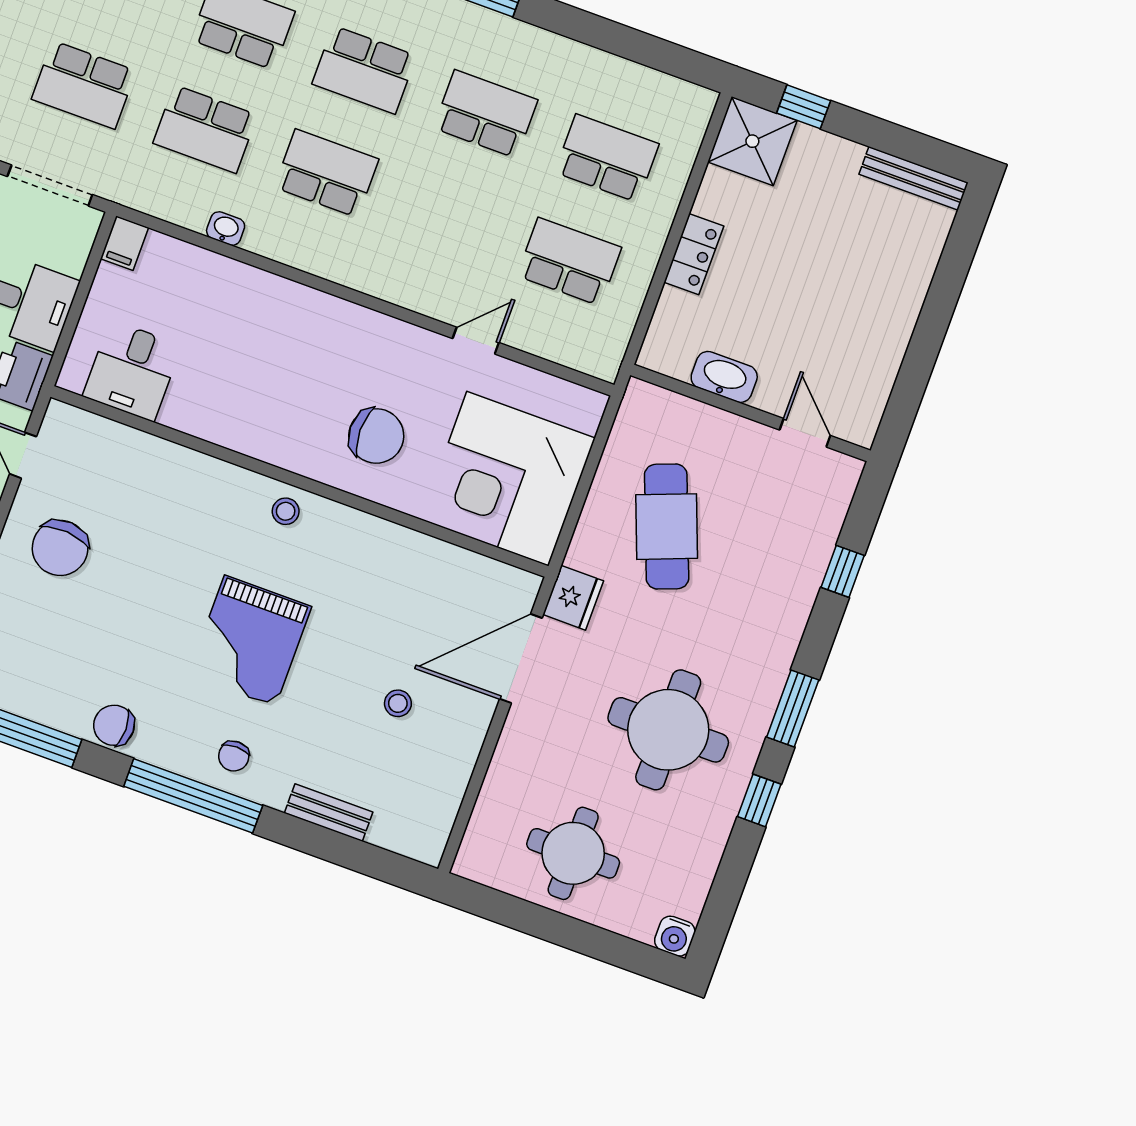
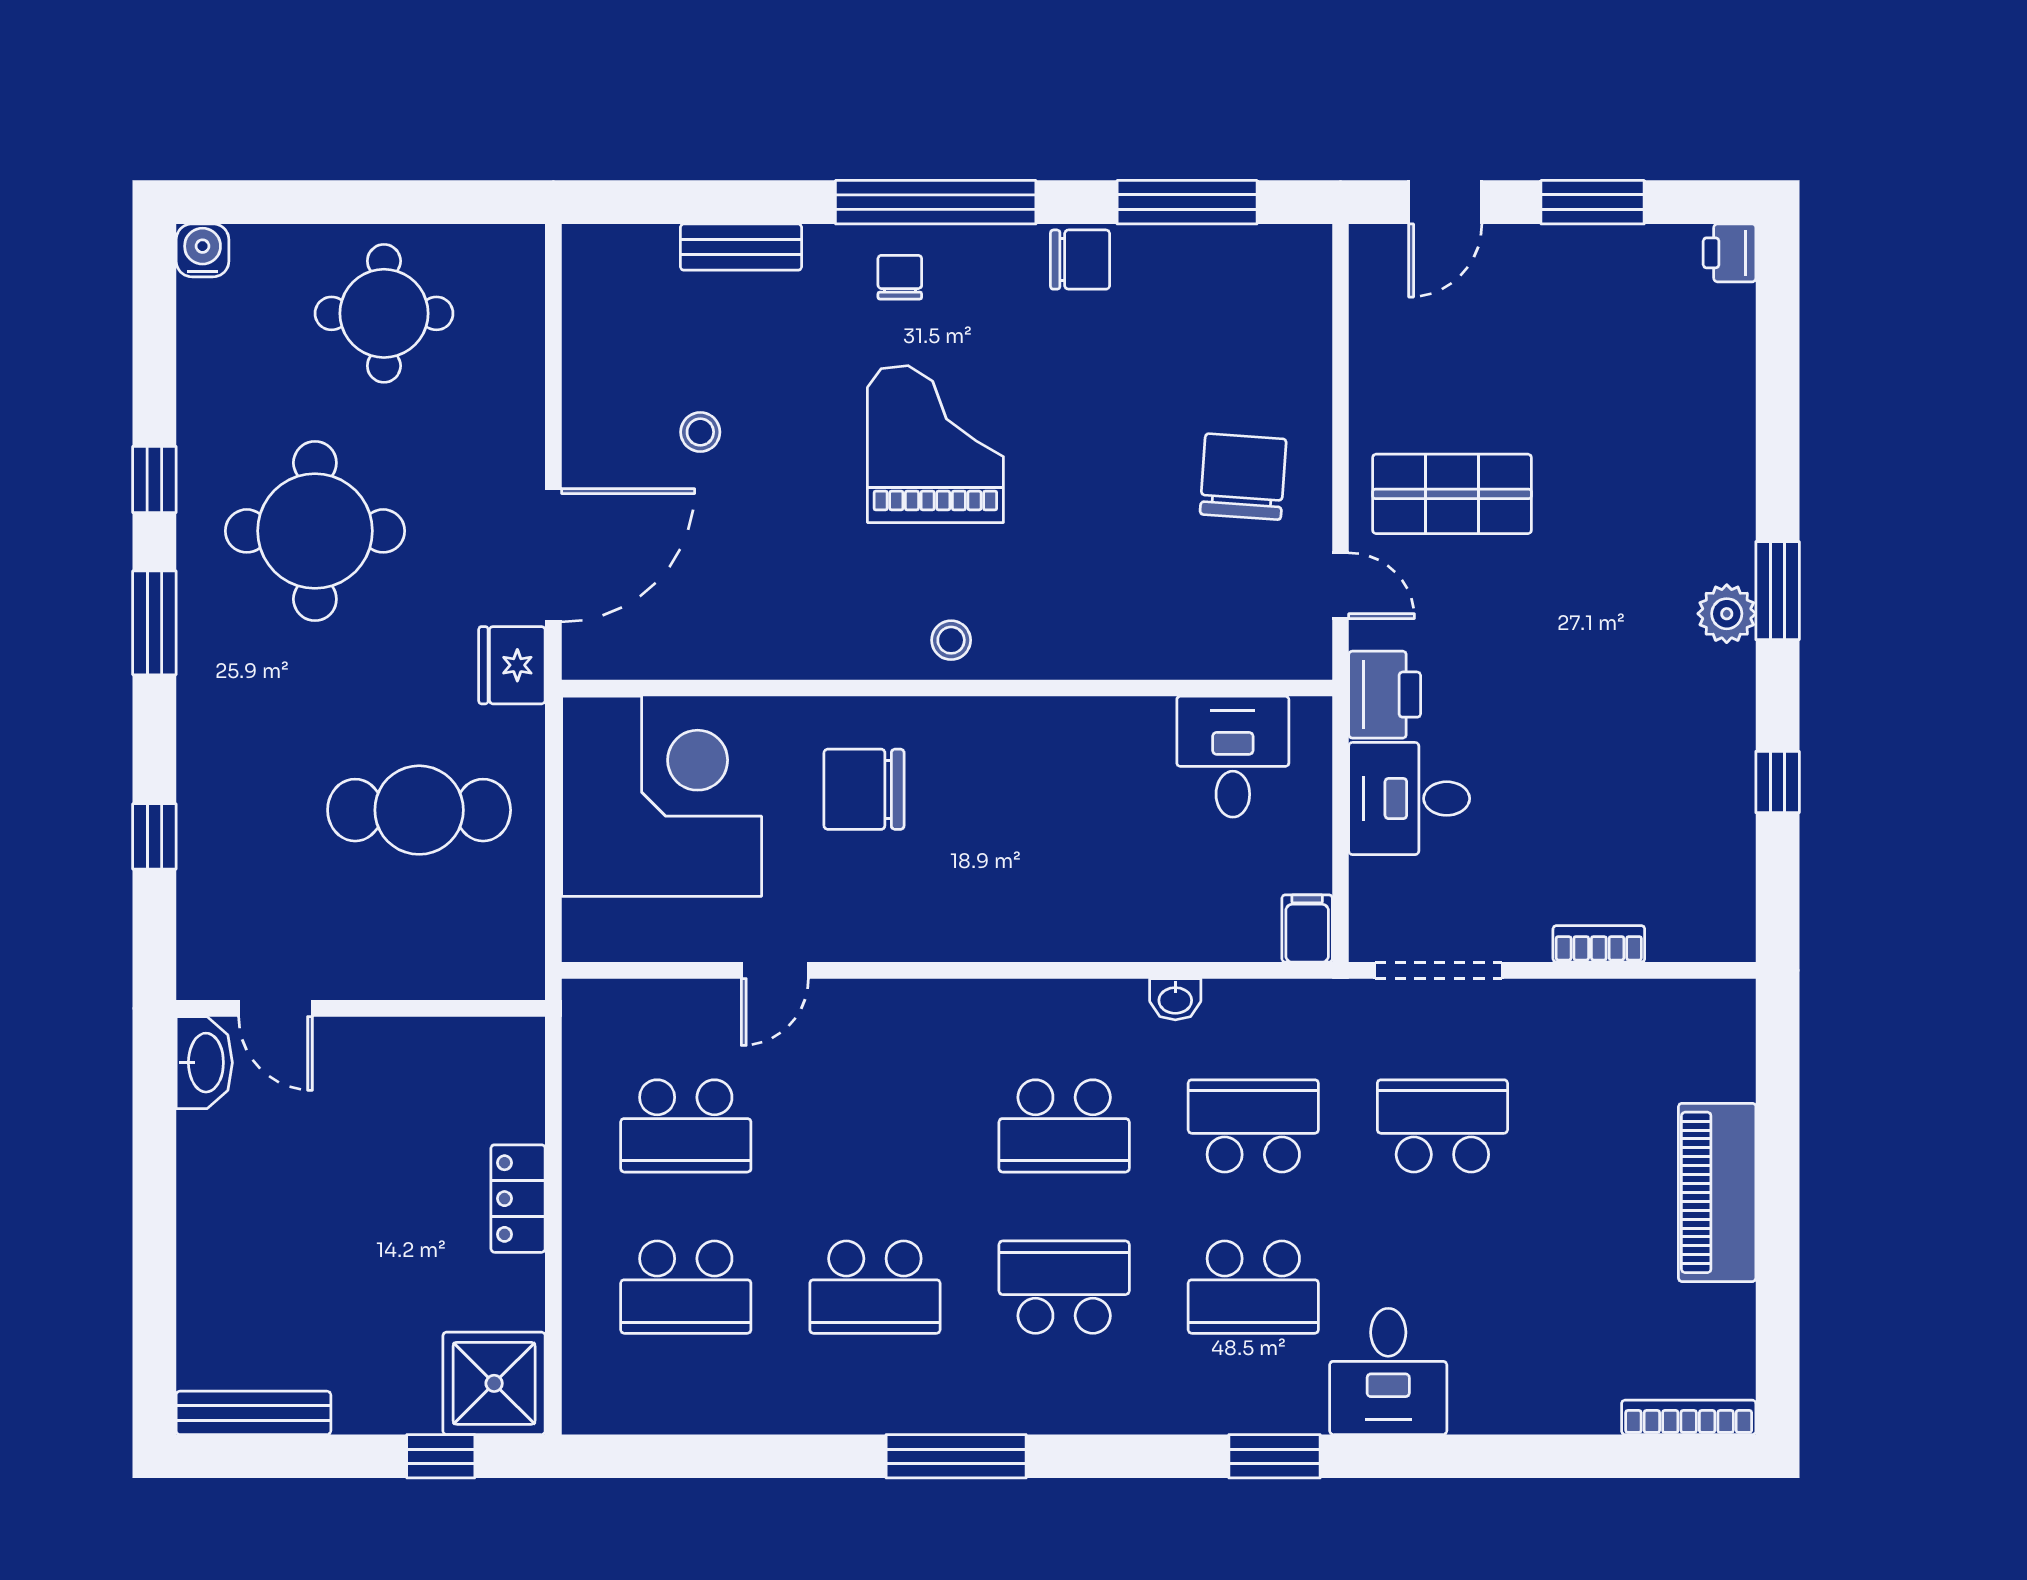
washbasin: (724, 377) -> (204, 1063), moved, turned -90
cafe table: (667, 527) -> (419, 810), turned -69

